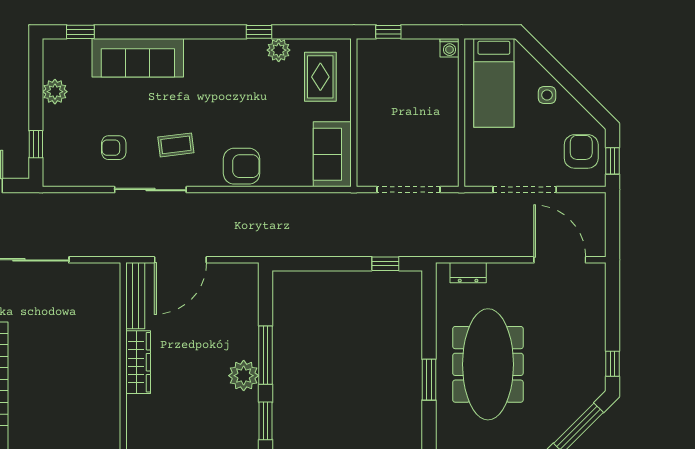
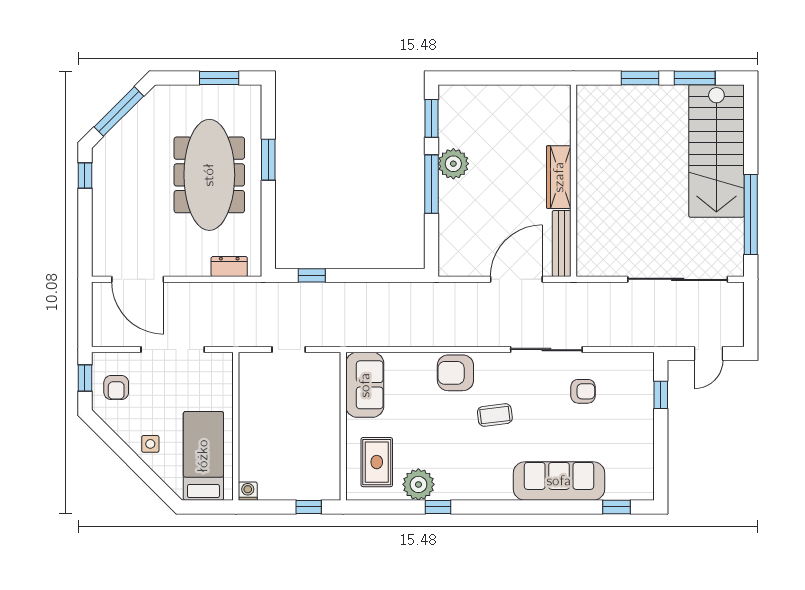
plant: (279, 50) -> (418, 484), width x1.36, depth x1.36
plant: (55, 92) -> (642, 447), removed
coffee table: (176, 145) -> (495, 415), moved
armchair: (581, 151) -> (116, 388), width x0.72, depth x0.72
doorway: (409, 190) -> (289, 350), width x0.53

